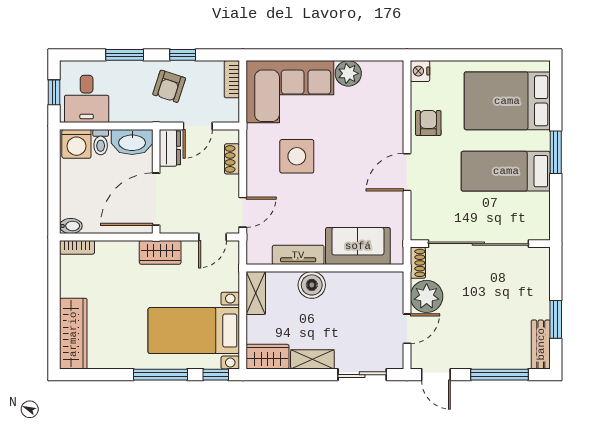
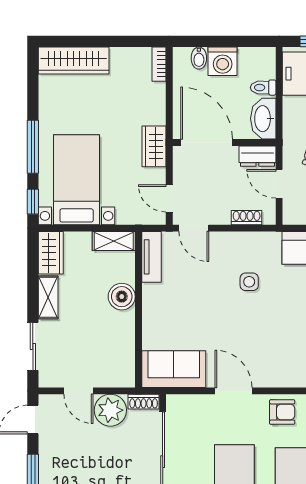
washing machine: (76, 144) -> (223, 61), moved, turned -90
side table: (297, 156) -> (249, 282), width x0.54, depth x0.54
bidet: (71, 226) -> (199, 58), moved
sofa: (358, 246) -> (174, 369), moved, turned -90
tv unit: (298, 255) -> (151, 257), moved

